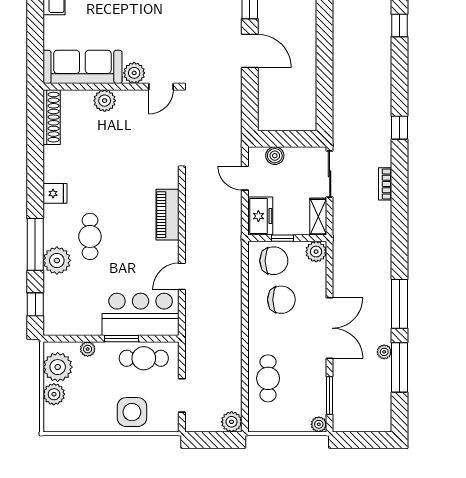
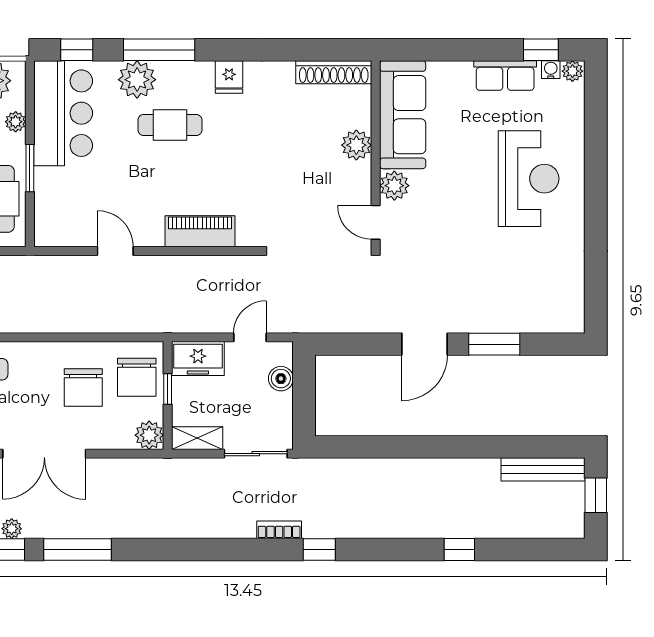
bookcase: (385, 184) -> (279, 530), moved
bar counter: (141, 314) -> (63, 113), moved

